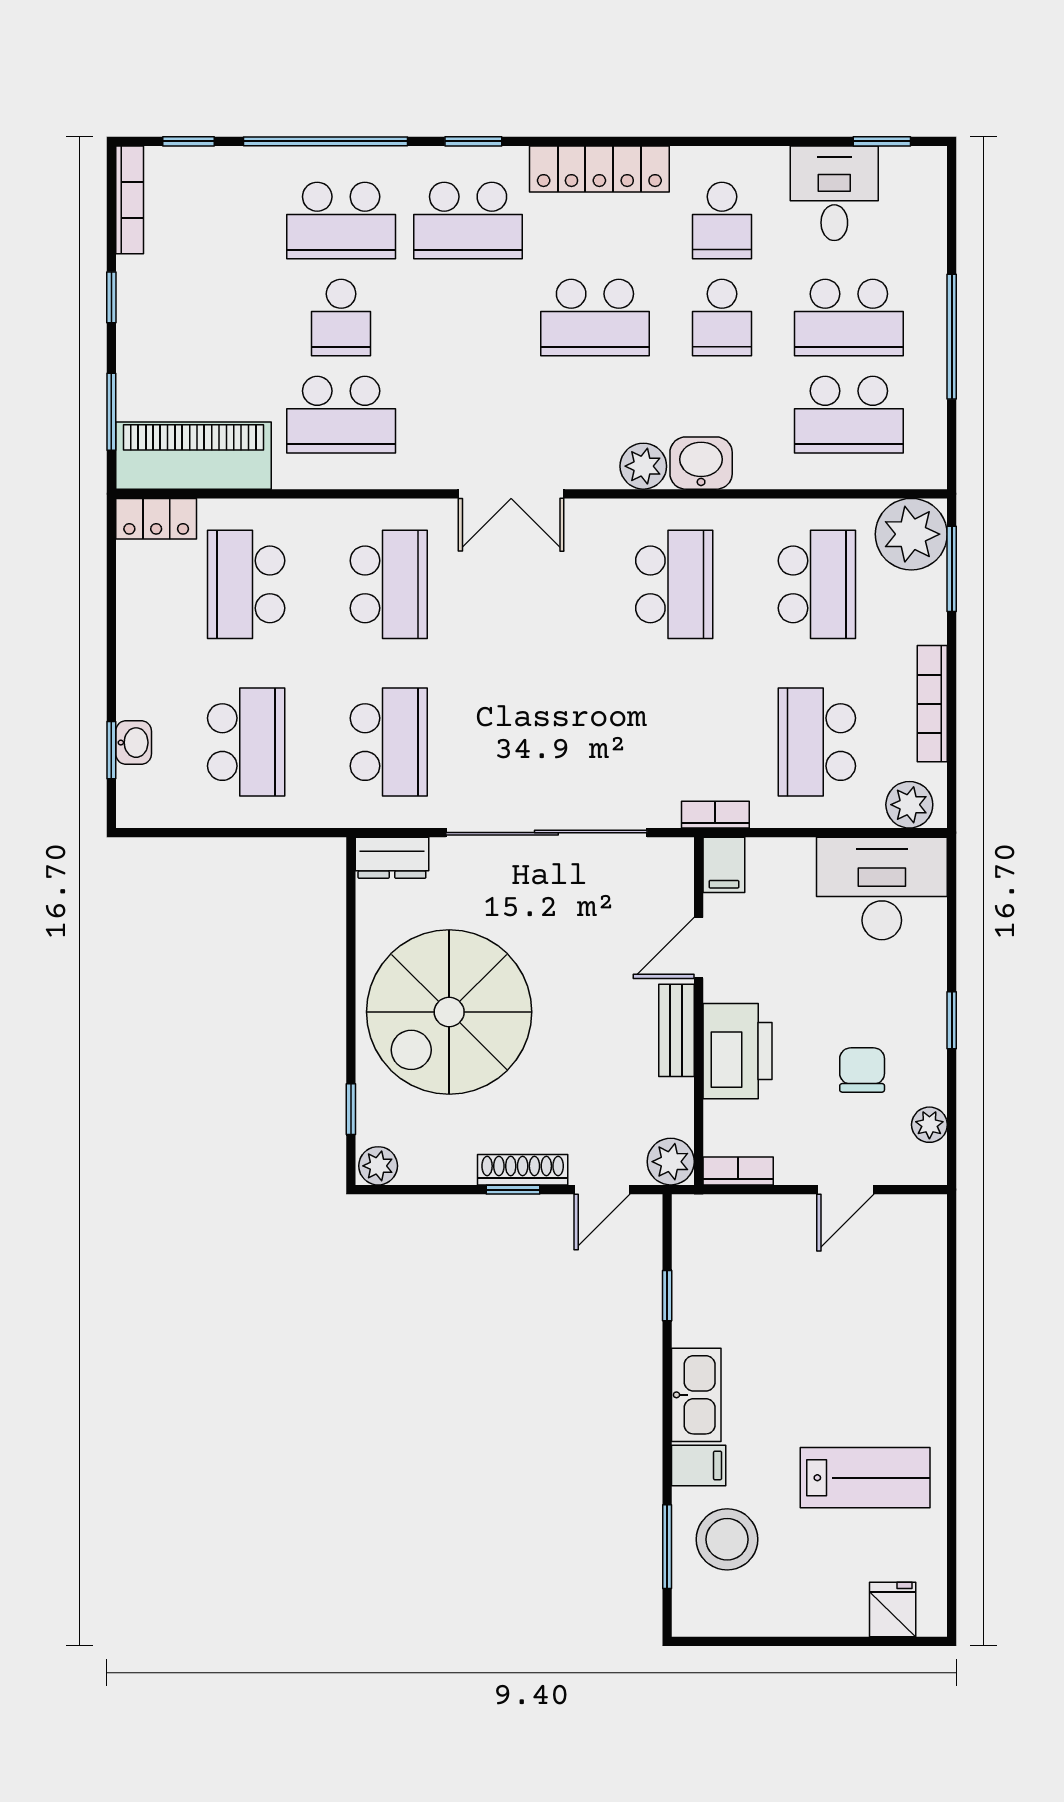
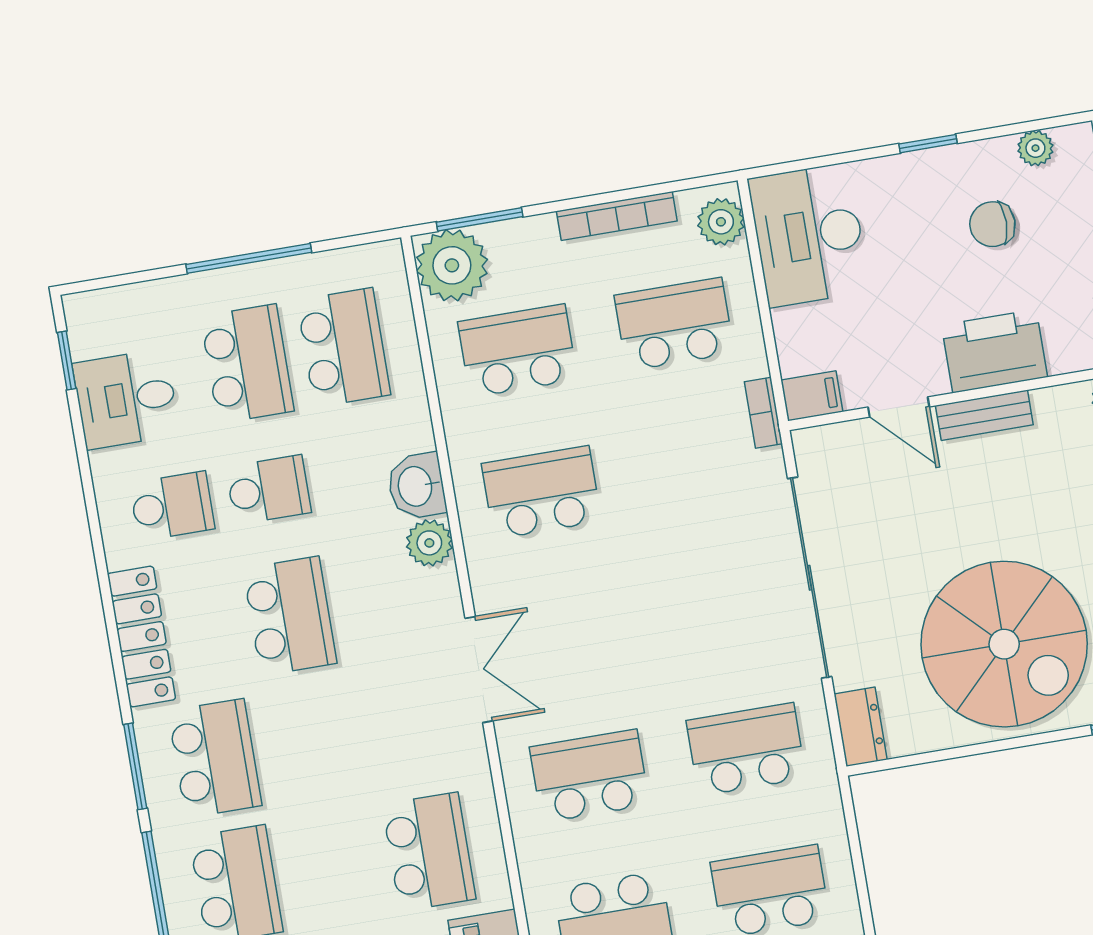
window: (473, 141) -> (135, 766), width x1.50
school desk: (341, 318) -> (333, 868), removed
school desk: (817, 742) -> (674, 324), turned 180

